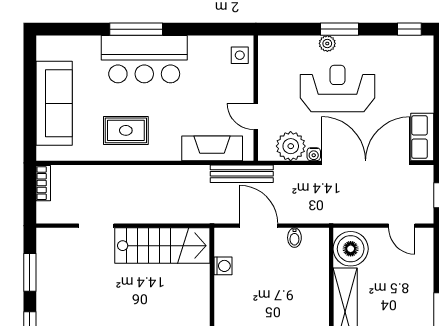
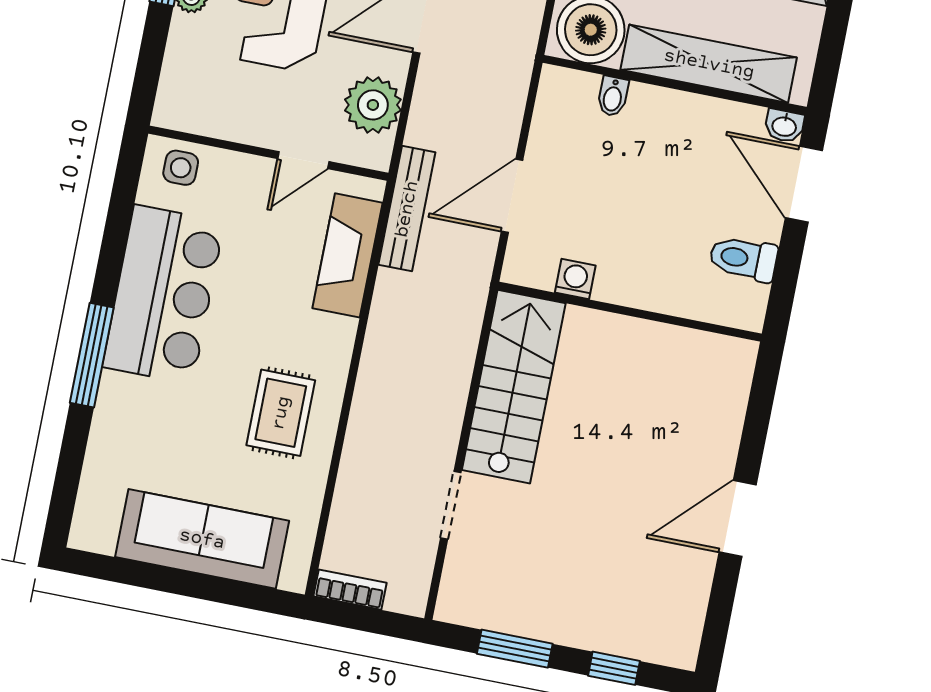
bar counter: (144, 59) -> (163, 294), moved
water cooler: (314, 154) -> (397, 64), removed
bidet: (294, 238) -> (613, 96), moved, turned 90

